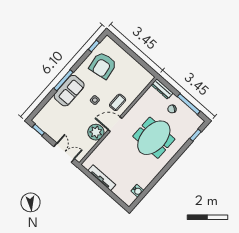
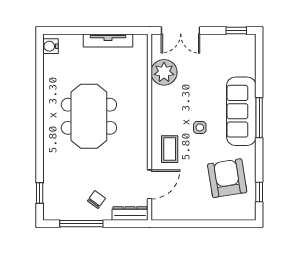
sofa: (69, 91) -> (241, 111), width x1.36
door: (115, 124) -> (149, 184), moved
plant: (96, 132) -> (164, 72), moved
meeting table: (154, 138) -> (89, 116), moved
water cooler: (137, 191) -> (51, 46), moved

